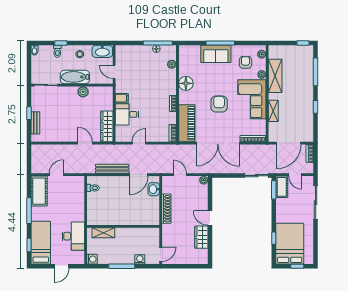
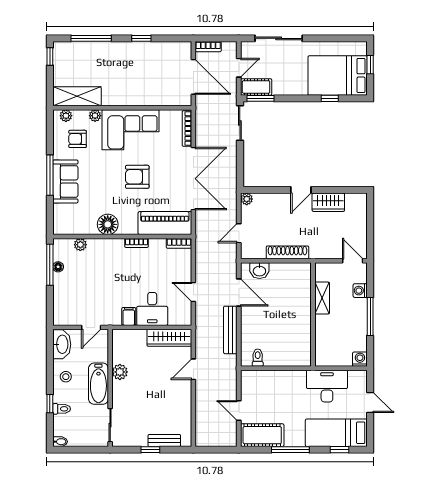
shelving: (275, 76) -> (77, 96), moved
shelving: (273, 111) -> (147, 99), removed
shelving: (103, 233) -> (322, 298), moved

